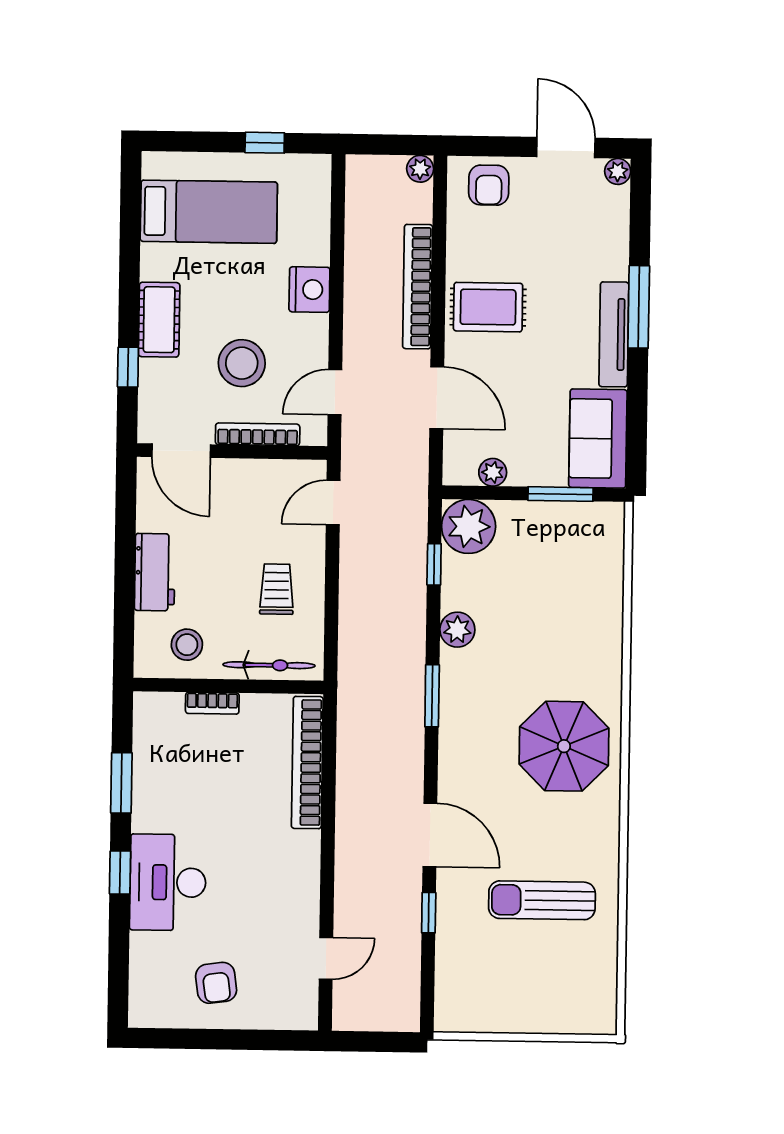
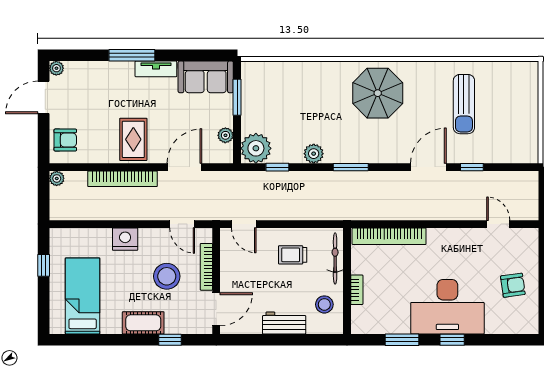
tv unit: (614, 334) -> (156, 69), width x0.71
desk: (168, 882) -> (447, 307), width x1.36, depth x1.30

